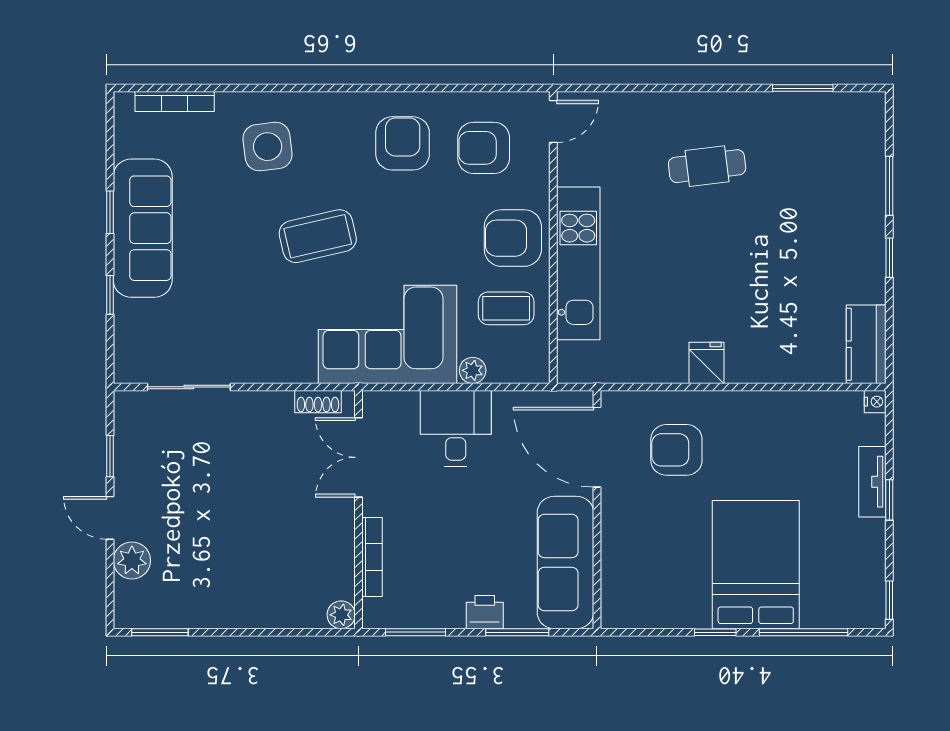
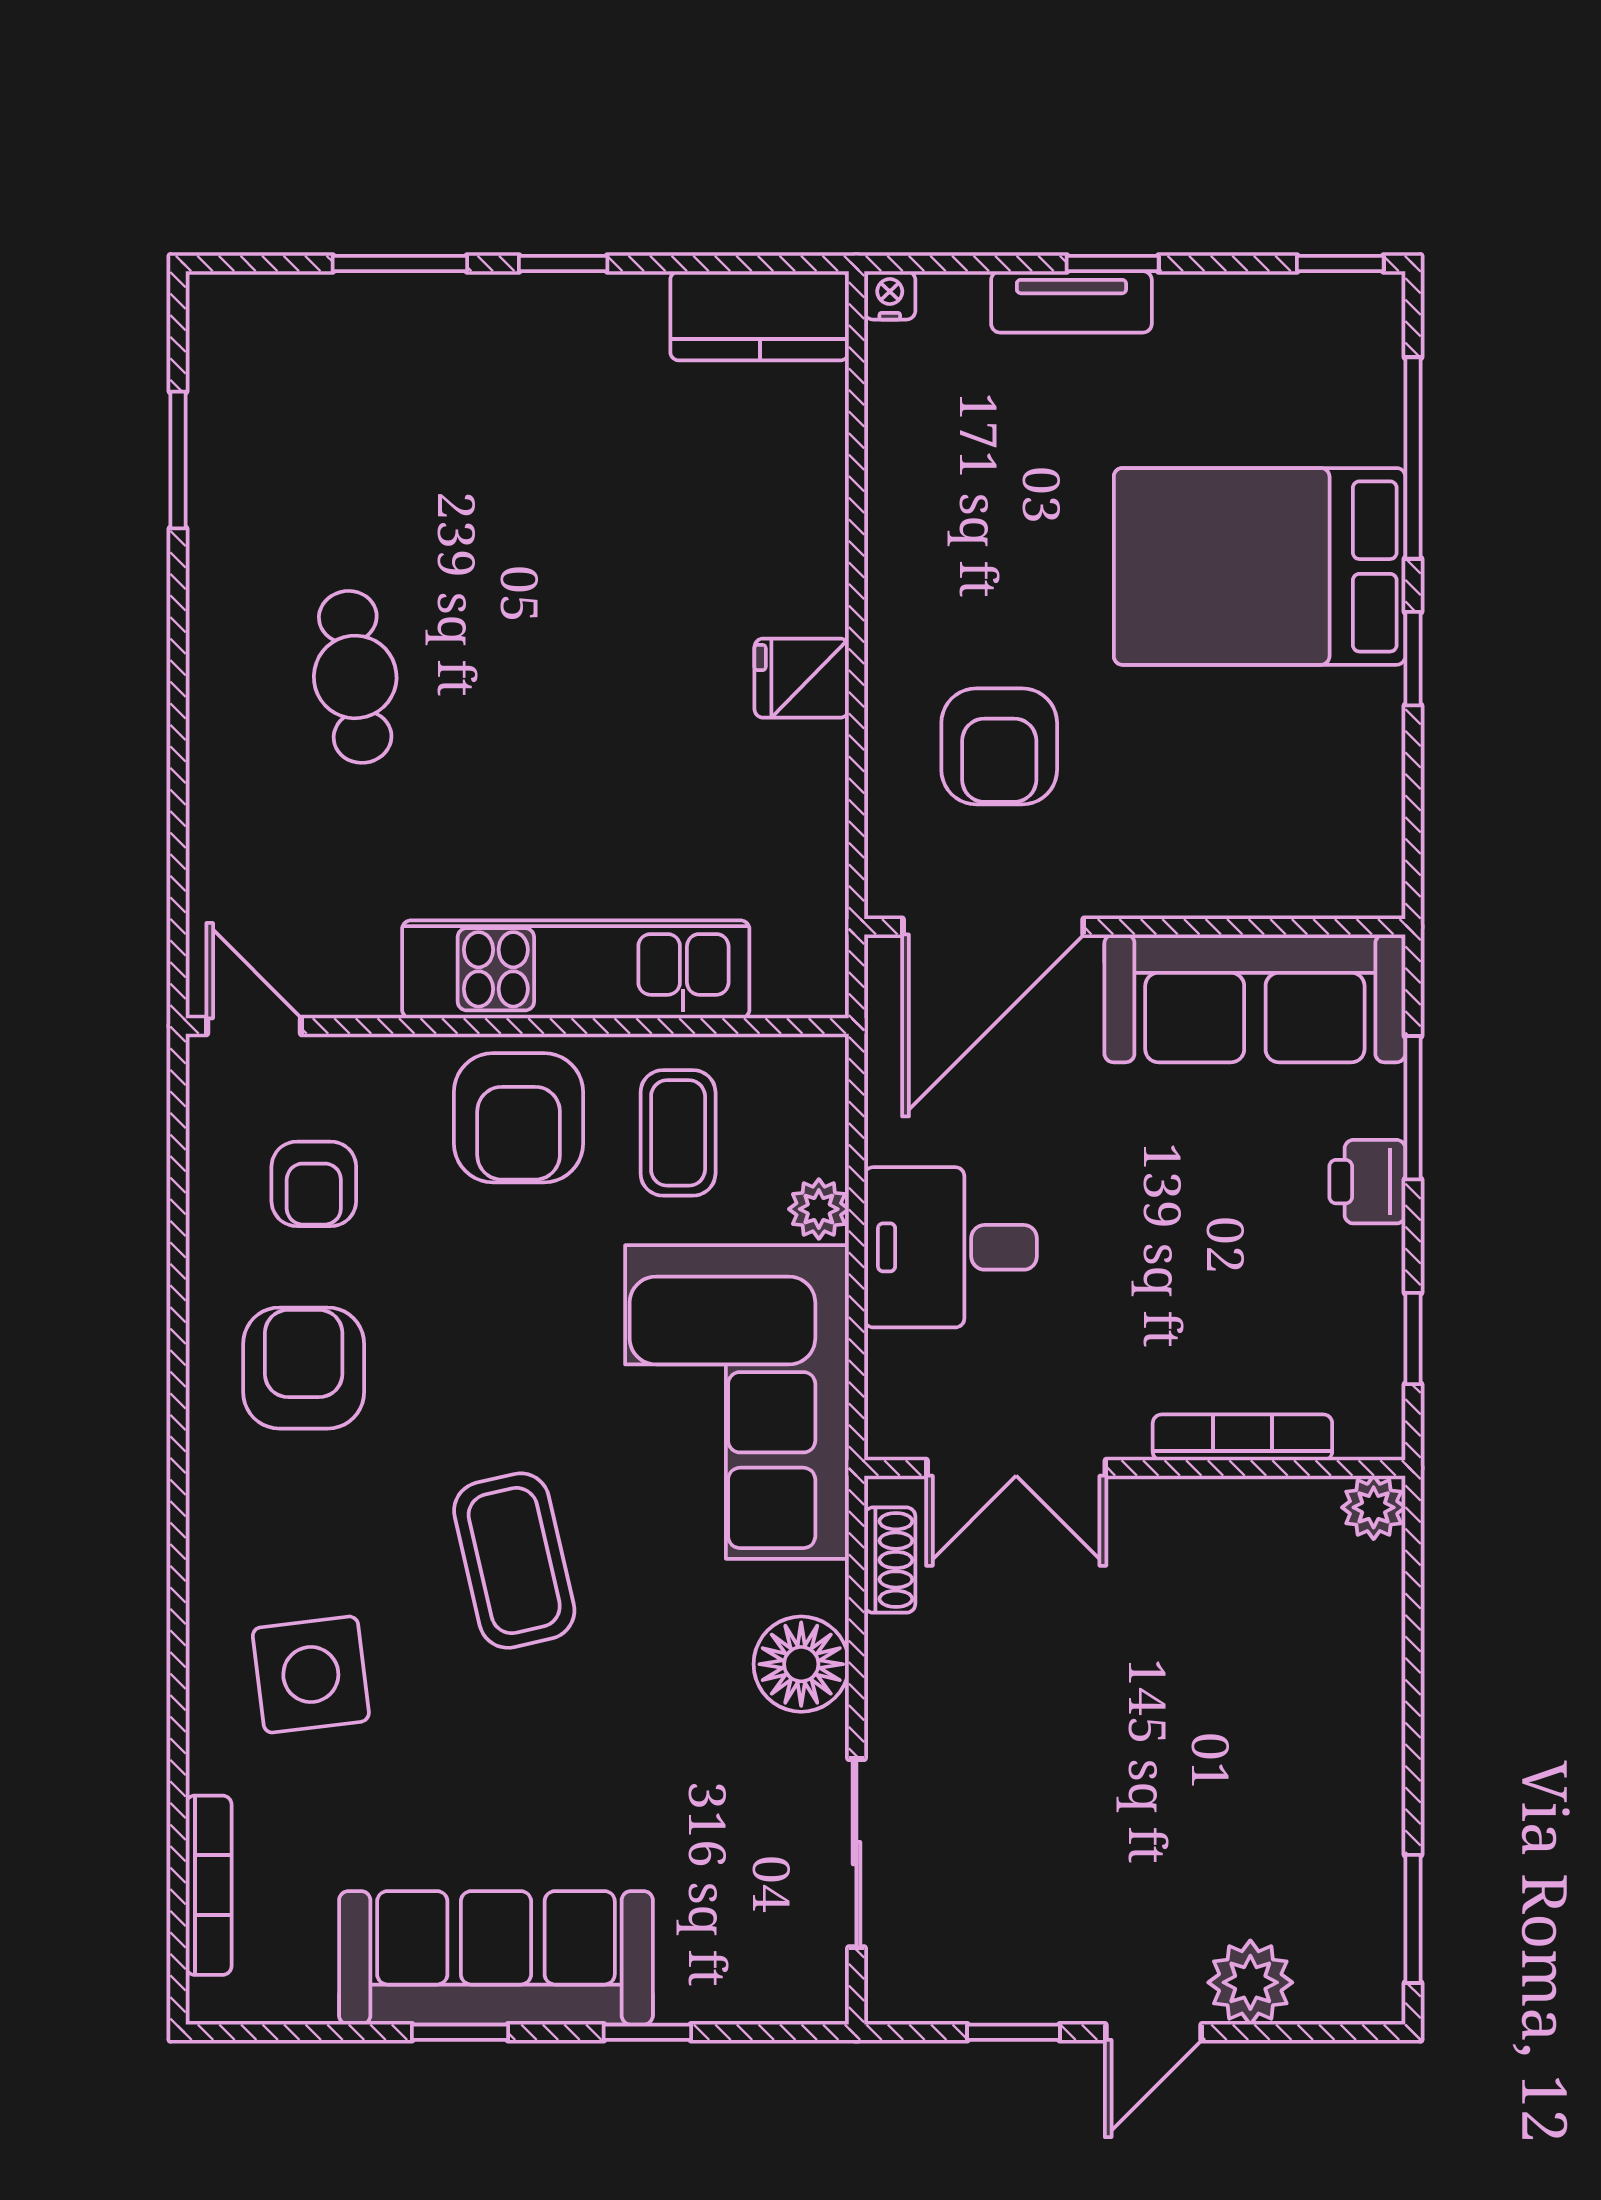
armchair: (403, 143) -> (304, 1368), turned 90
armchair: (484, 148) -> (314, 1184), width x0.72, depth x0.72
floor lamp: (272, 363) -> (801, 1664), added
window: (416, 632) -> (1413, 1338), width x0.67

